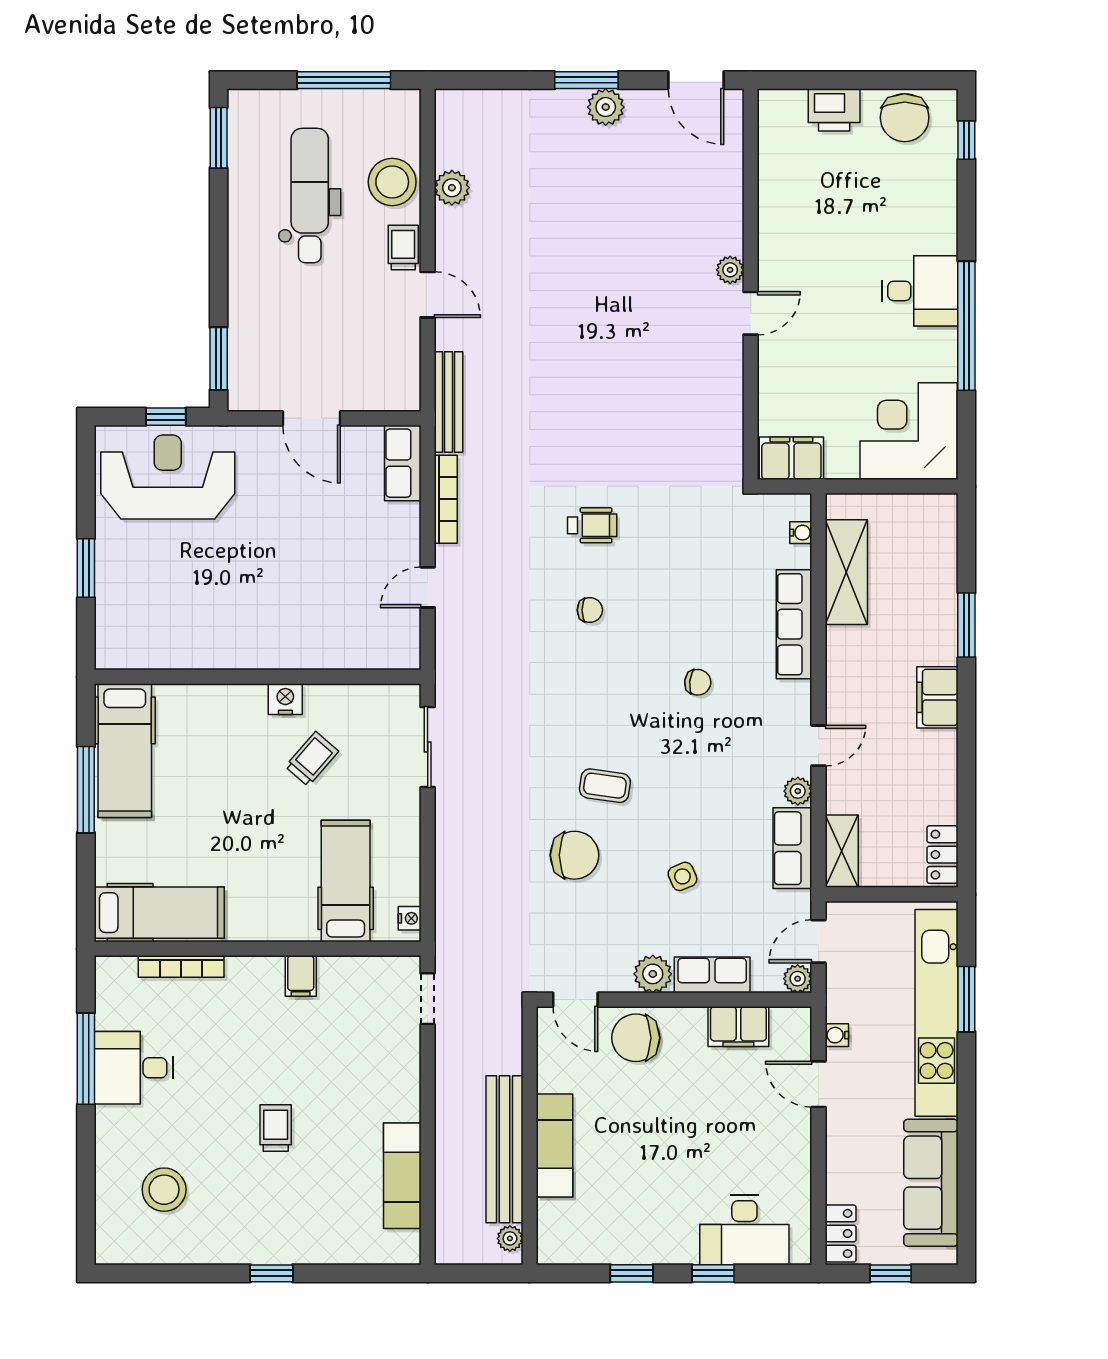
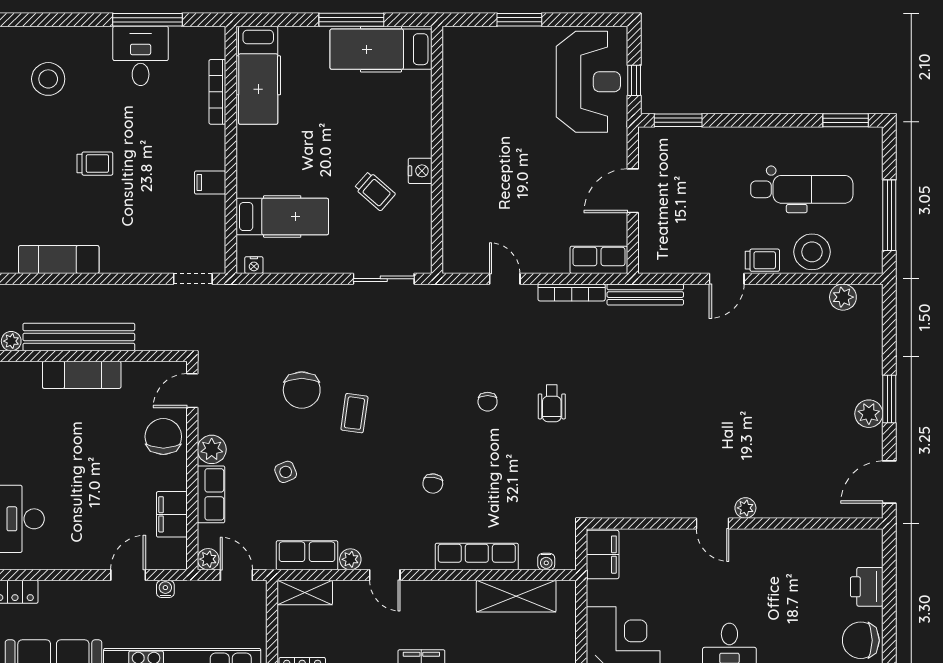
plant: (452, 188) -> (843, 297), moved

